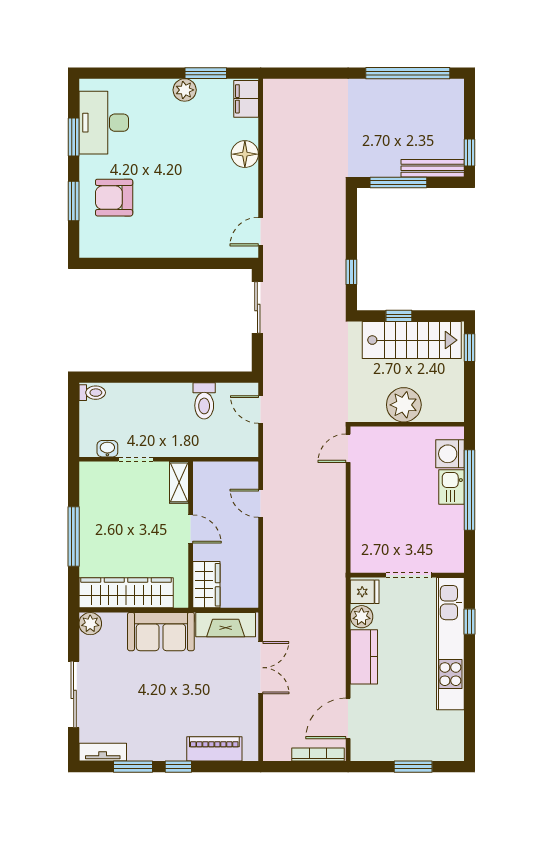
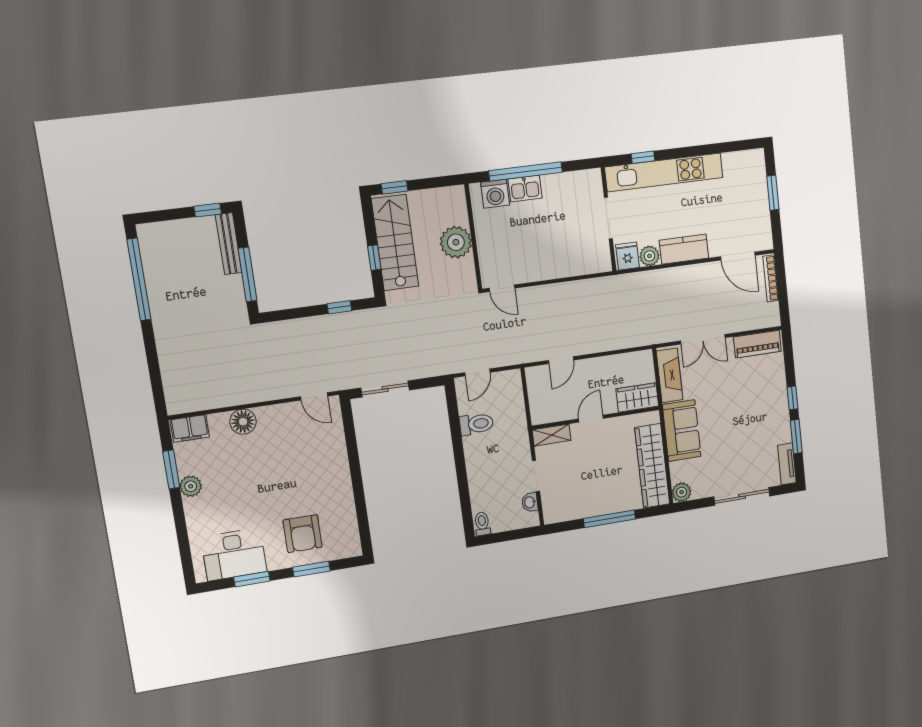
double door: (261, 668) -> (703, 339), swing flipped
piano: (214, 749) -> (757, 344), moved, turned -90

